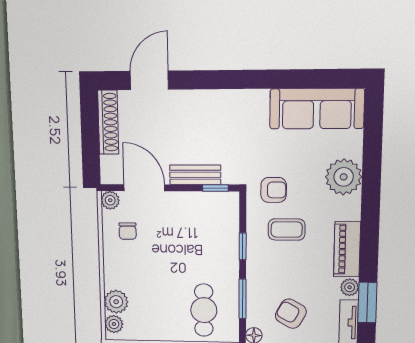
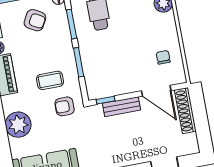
shoe rack: (108, 122) -> (185, 111), moved
plant: (110, 200) -> (179, 77), removed
window: (243, 246) -> (79, 62), width x1.50

